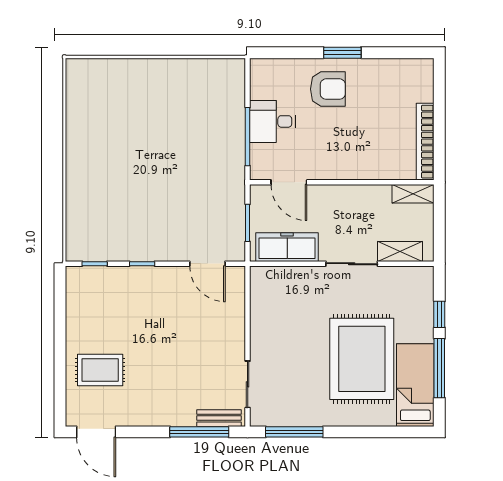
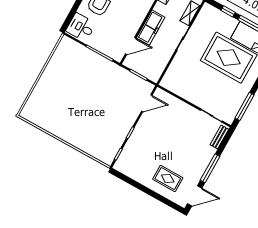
desk: (273, 121) -> (81, 27), moved, turned 90
freezer: (287, 247) -> (151, 28), moved, turned 180
rug: (100, 370) -> (168, 179), turned 90
window: (199, 432) -> (210, 168), moved

